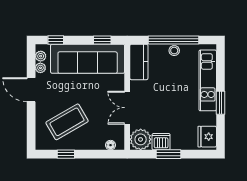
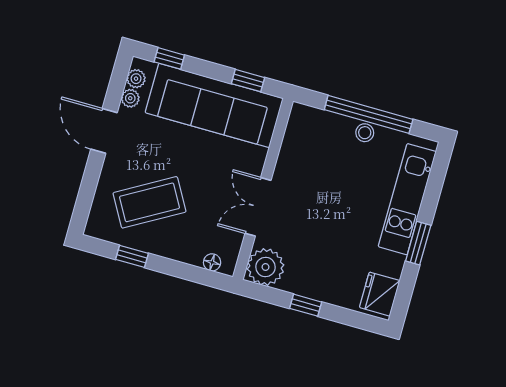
kitchen counter: (139, 62) -> (300, 135), removed
dishwasher: (161, 142) -> (299, 281), removed
window: (168, 154) -> (306, 305), width x0.67

